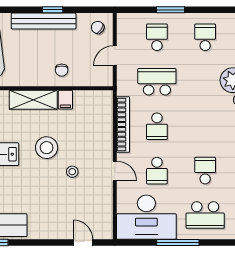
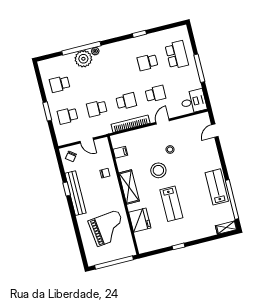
school desk: (157, 82) -> (97, 108), width x0.54
filing cabinet: (65, 100) -> (120, 152), moved
desk: (146, 217) -> (193, 101), width x0.53, depth x0.77

